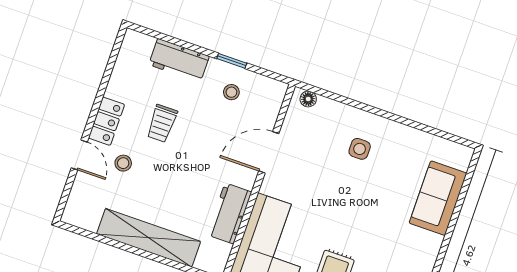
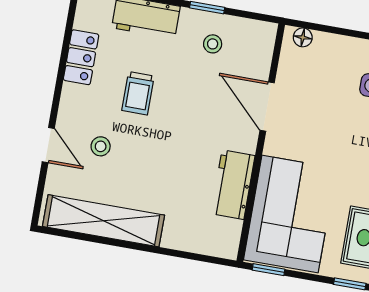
locker: (106, 121) -> (81, 57), moved
door: (269, 152) -> (267, 107), hinge flipped
shelving: (149, 238) -> (104, 221), moved

